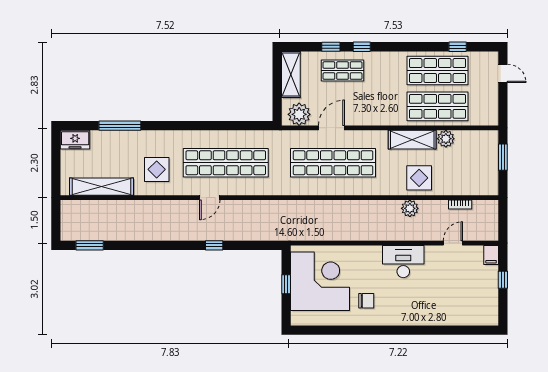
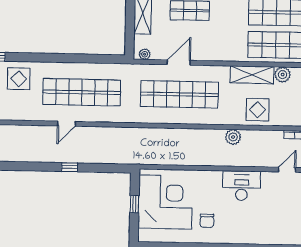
plant: (299, 114) -> (145, 54), width x0.53, depth x0.53
display table: (157, 169) -> (19, 79), moved
plant: (410, 208) -> (233, 137), moved
chair: (366, 301) -> (207, 221), turned 90

